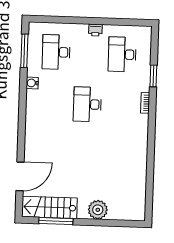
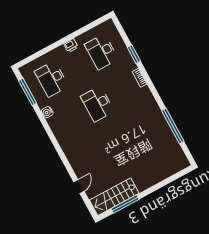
window: (150, 171) -> (173, 126), added
door: (20, 176) -> (79, 187), width x0.53
plant: (98, 210) -> (151, 177), removed

